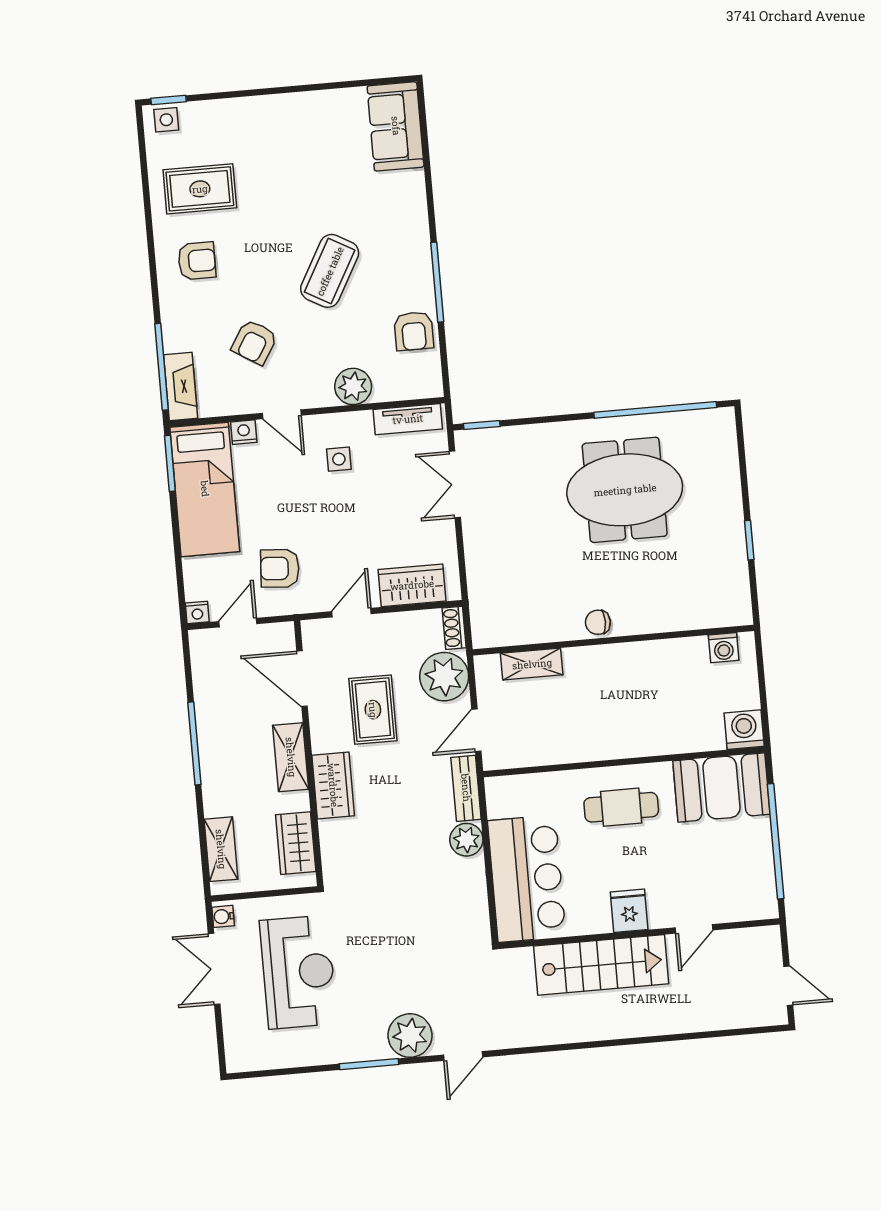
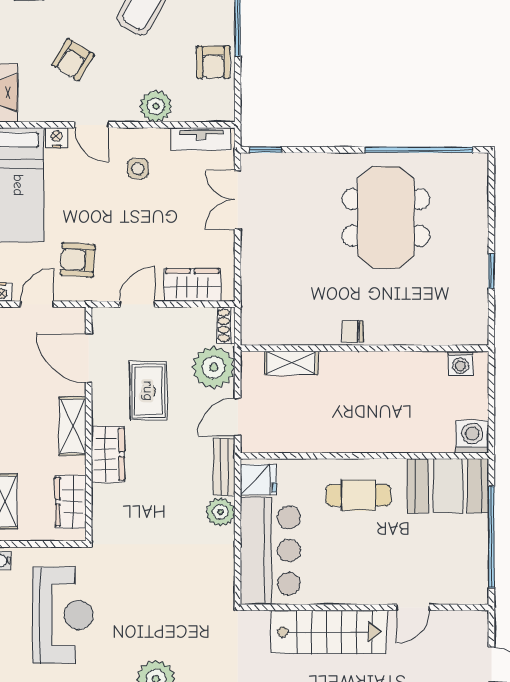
meeting table: (625, 490) -> (386, 218), turned 90
fridge: (629, 911) -> (258, 480), moved, turned 90

